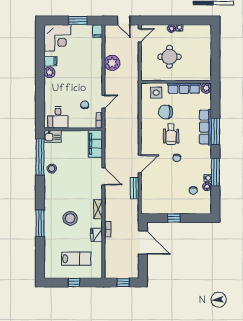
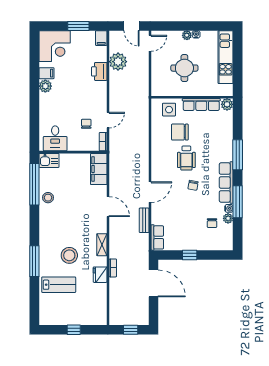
kitchen unit: (205, 47) -> (226, 57), added
printer: (96, 60) -> (99, 71), added
plant: (112, 63) -> (118, 62), moved
row of seats: (205, 127) -> (226, 182), moved
row of seats: (146, 203) -> (157, 237), added
lab bench: (76, 259) -> (59, 285), moved

